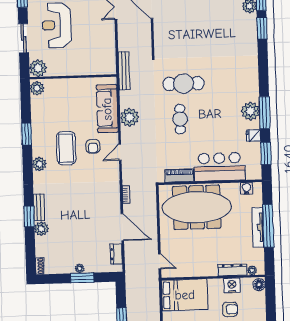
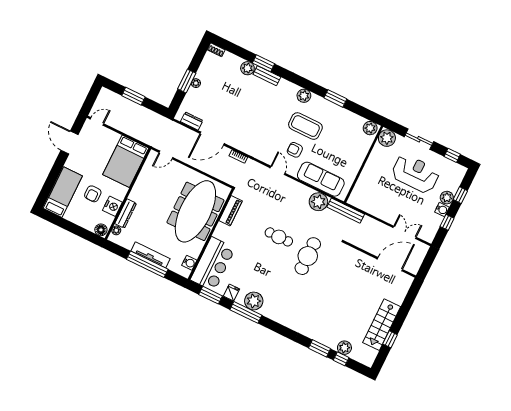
plant: (129, 117) -> (318, 202), moved
bar counter: (219, 167) -> (213, 264), moved

